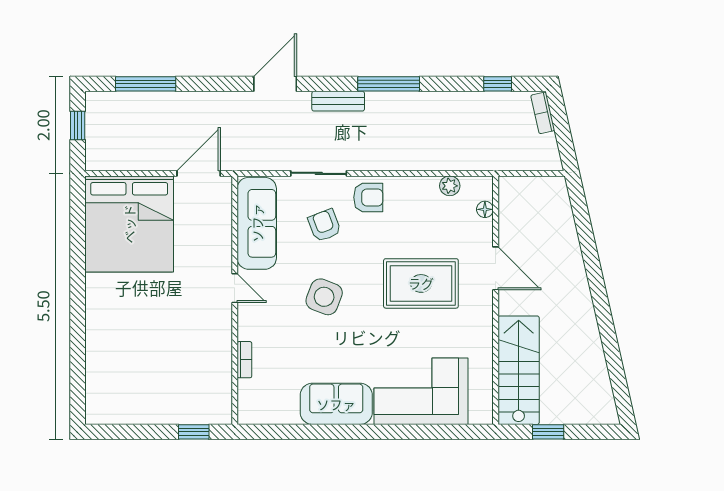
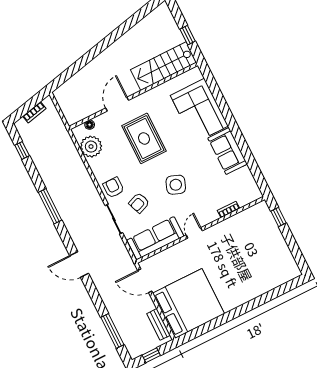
bench: (338, 101) -> (159, 324), moved
bookcase: (543, 113) -> (34, 112), moved
plant: (450, 186) -> (91, 147), width x1.88, depth x1.88

